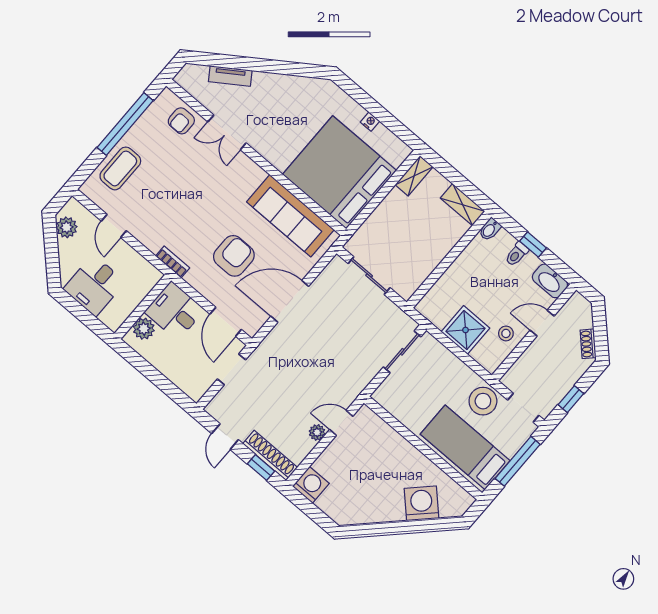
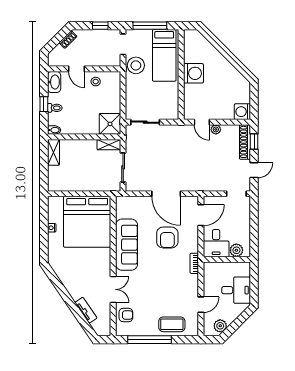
shelving: (414, 176) -> (109, 145), moved
sofa: (290, 216) -> (127, 245), moved
armchair: (234, 256) -> (167, 237), turned -90
shower: (465, 330) -> (110, 124), moved
doorway: (231, 369) -> (236, 194), moved
washing machine: (422, 503) -> (193, 73), moved, turned -135

